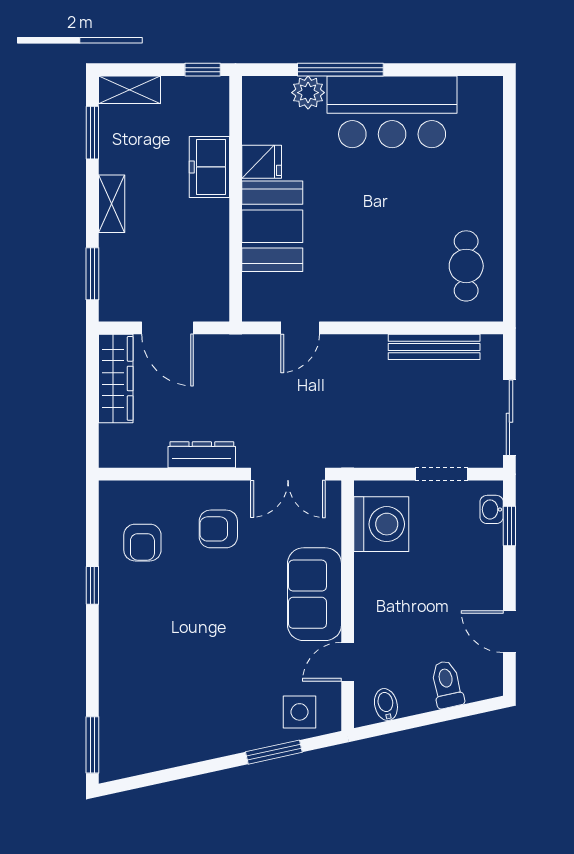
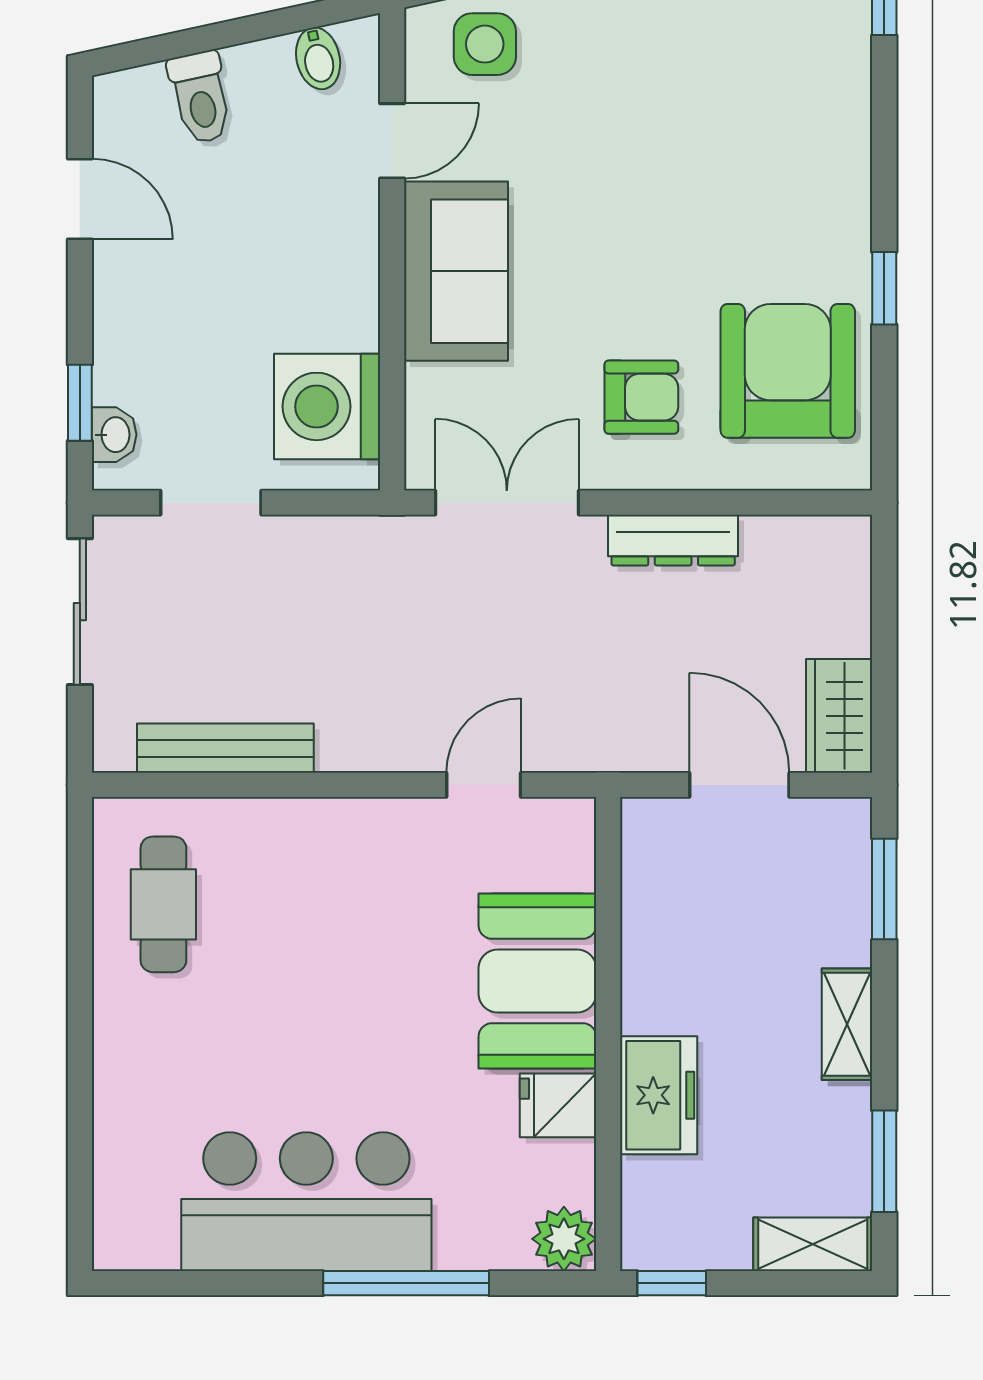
plant: (308, 93) -> (564, 1239), moved
wardrobe: (116, 378) -> (839, 716), width x0.67
armchair: (142, 543) -> (788, 371), width x1.88, depth x1.88

